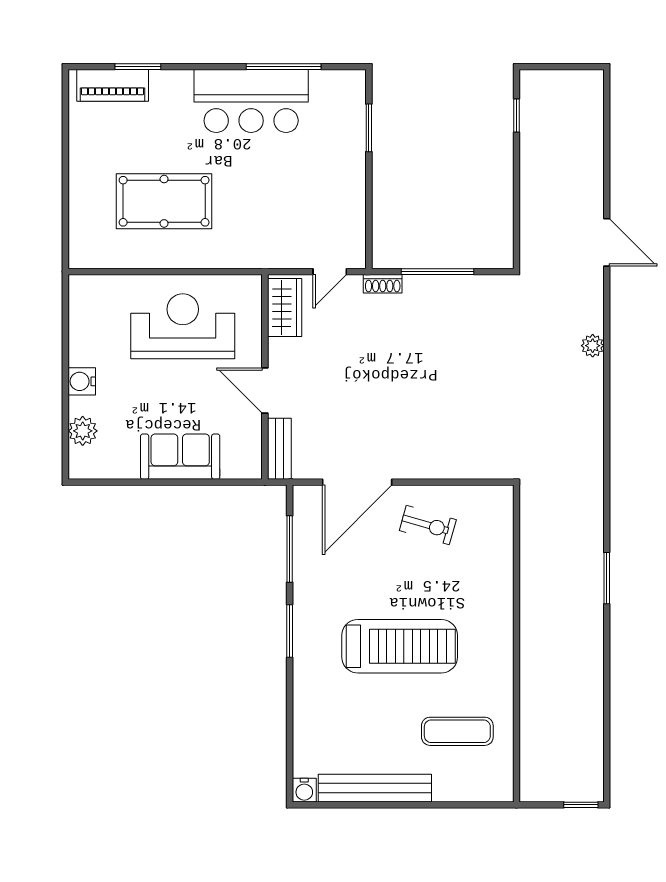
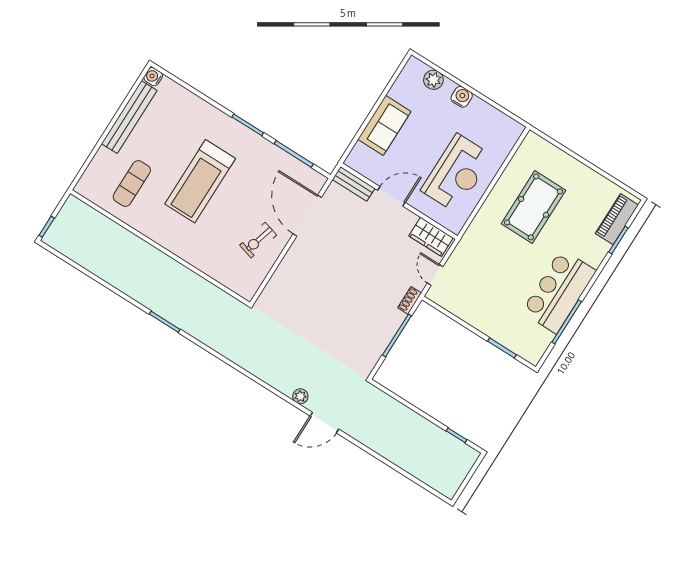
door: (607, 242) -> (324, 423), moved

